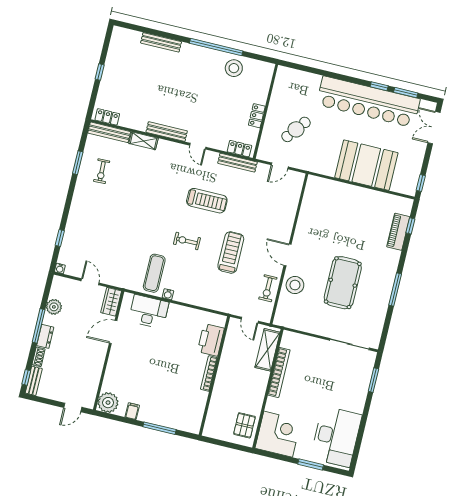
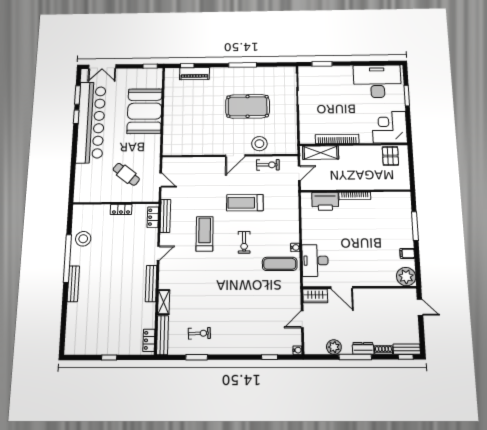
bench: (161, 42) -> (73, 284), moved
pallet: (244, 425) -> (390, 156), turned 90

